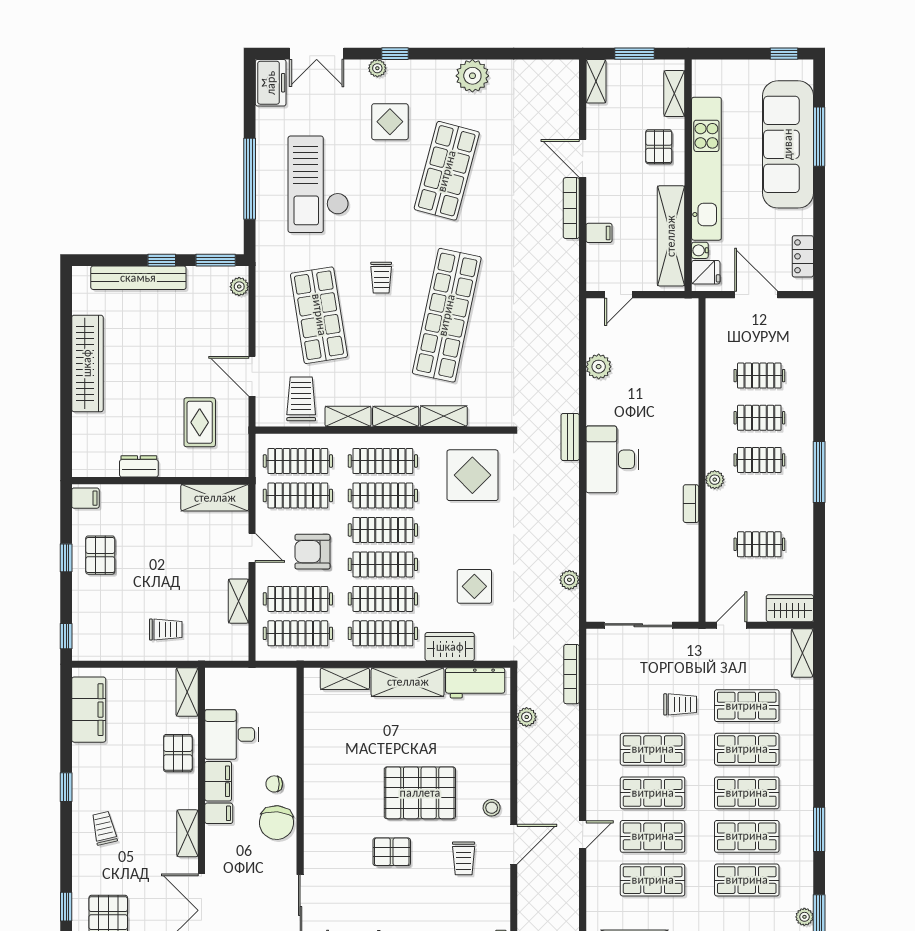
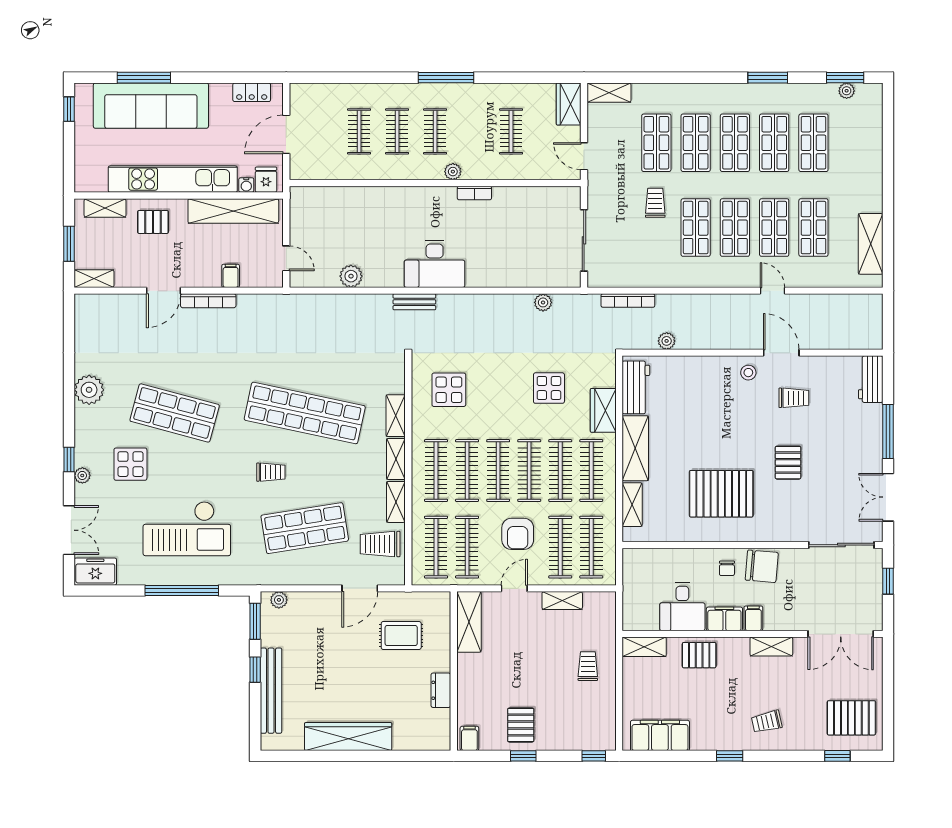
display table: (472, 475) -> (449, 390), width x0.73, depth x0.73
pallet: (100, 555) -> (521, 725), turned 90
pallet: (420, 793) -> (721, 494), moved, turned 90

